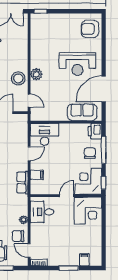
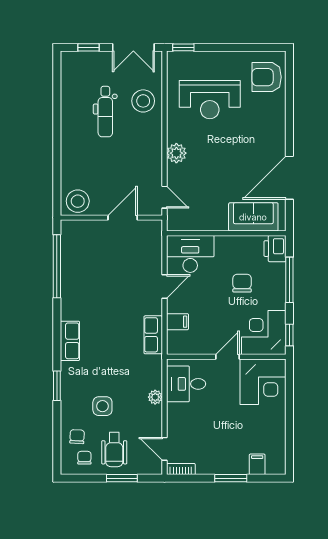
reception desk: (77, 64) -> (210, 100), moved
stool: (18, 78) -> (143, 101), moved
chair: (90, 153) -> (242, 283), moved
chair: (18, 236) -> (146, 425), removed

